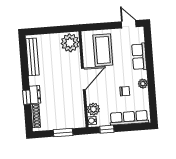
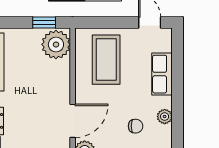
window: (61, 29) -> (44, 22), added
door: (83, 79) -> (73, 121), moved

